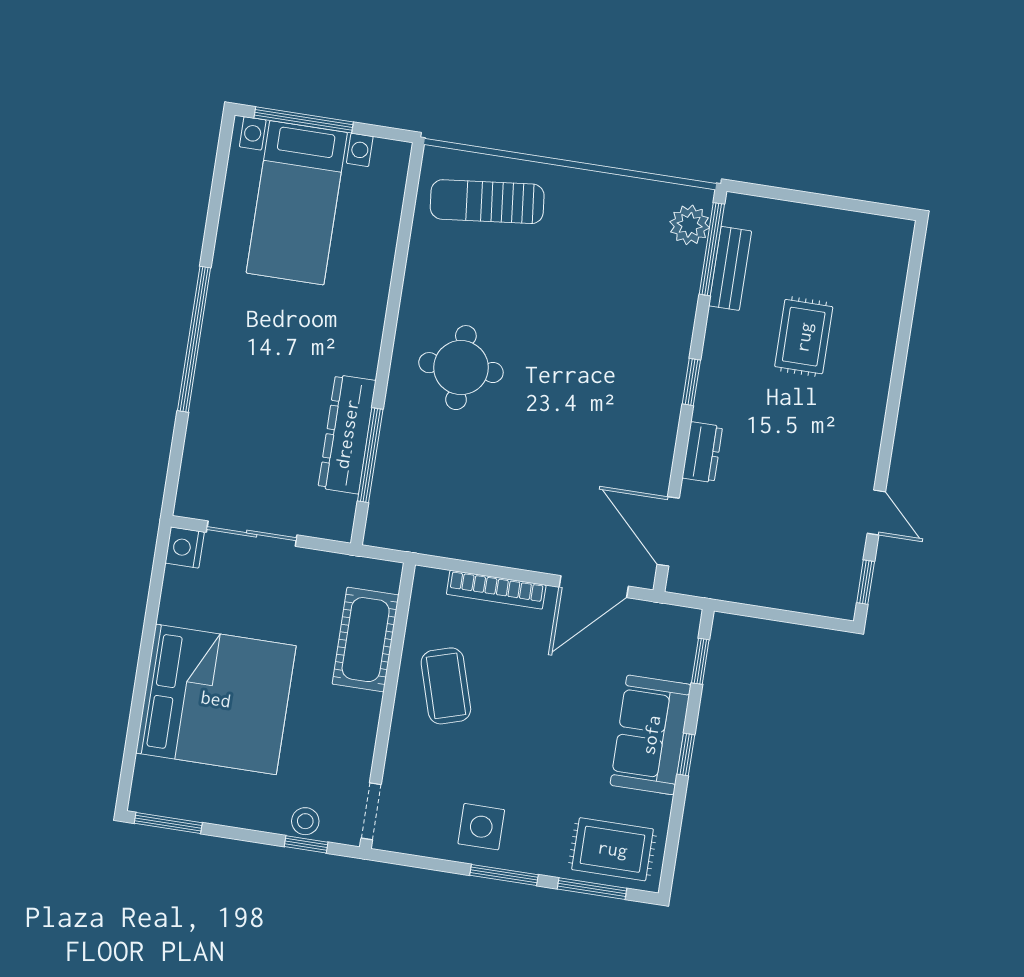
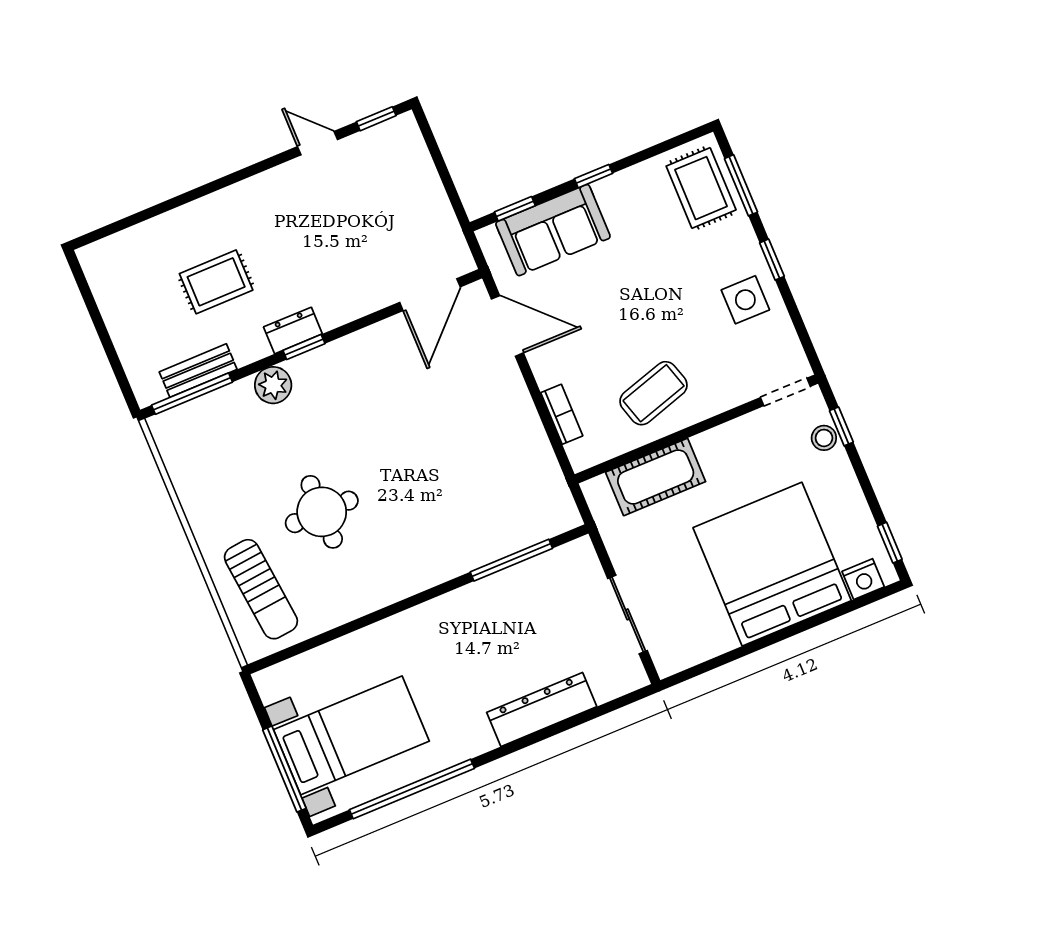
plant: (690, 225) -> (273, 385), moved
window: (194, 339) -> (412, 789), moved
round table: (461, 368) -> (322, 512), moved
dresser: (347, 434) -> (542, 709), moved, turned 180
dresser: (702, 452) -> (293, 330), moved
door: (876, 513) -> (318, 143), hinge flipped
nightstand: (185, 548) -> (863, 579), moved
bookcase: (496, 590) -> (562, 414), width x0.64
sofa: (651, 735) -> (553, 230), moved
window: (168, 823) -> (890, 543), width x0.67
window: (504, 875) -> (772, 260), width x0.67

